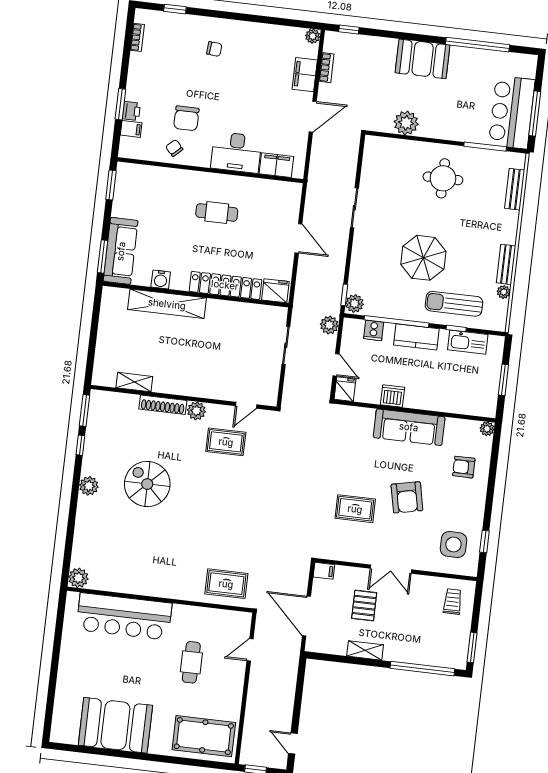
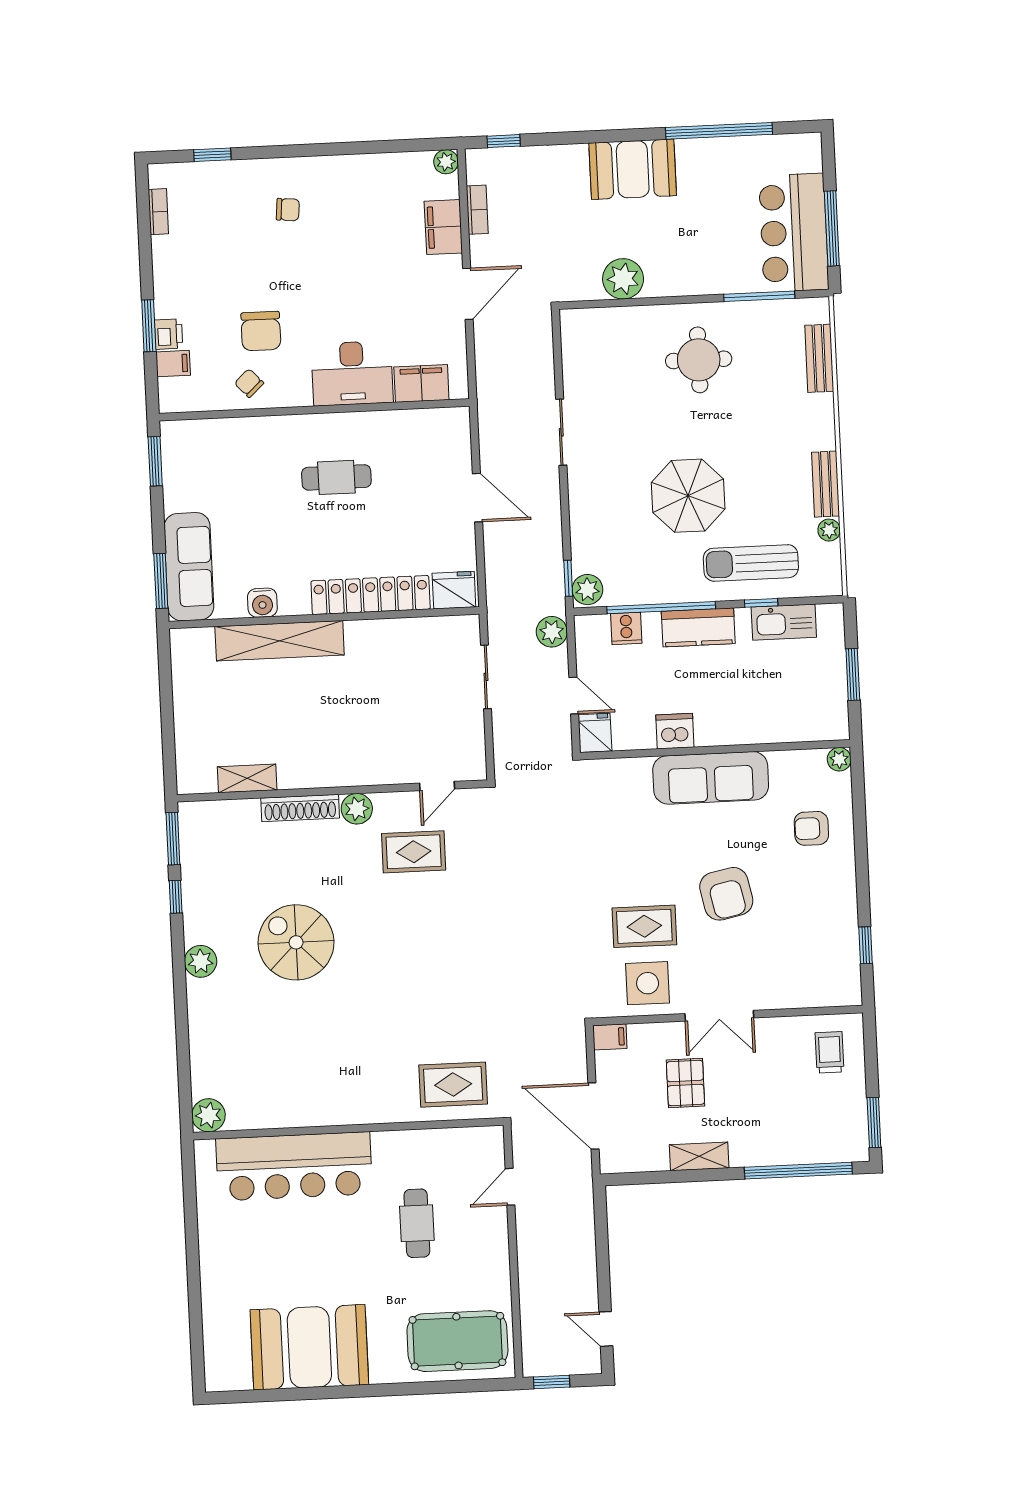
side table: (453, 544) -> (648, 983), moved

